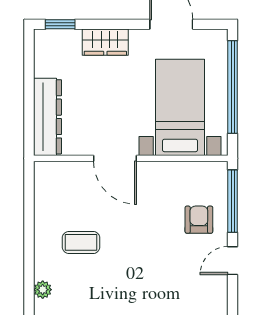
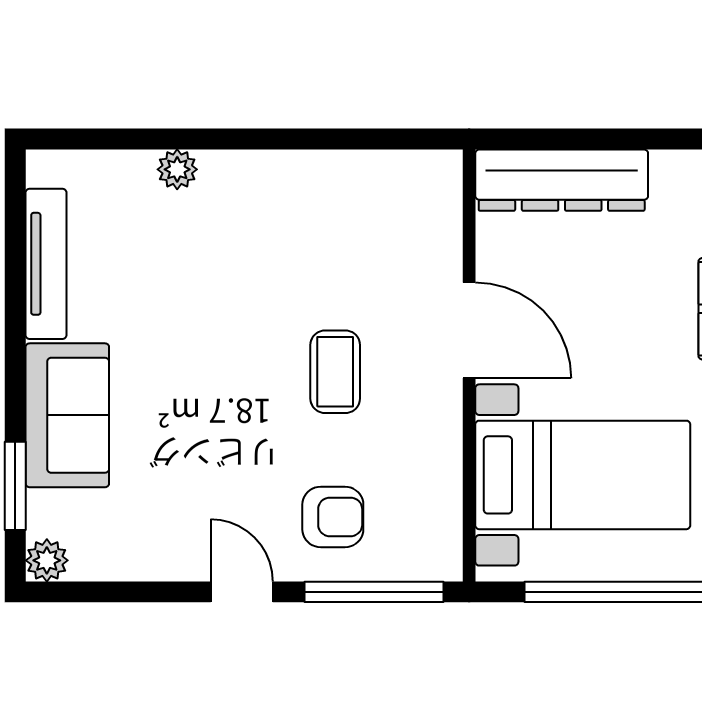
door: (115, 158) -> (469, 330), swing flipped
coffee table: (81, 242) -> (335, 372), moved

